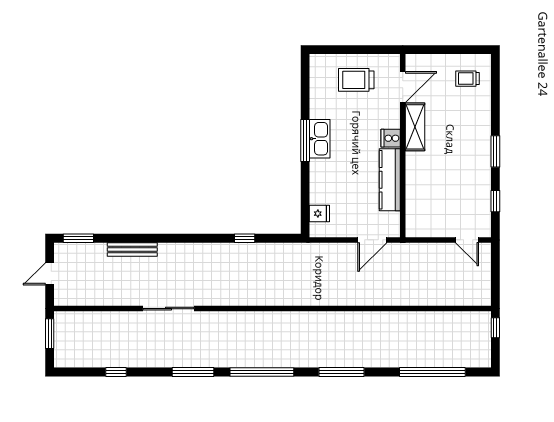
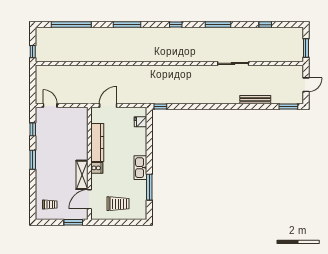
window: (429, 50) -> (73, 222), added
window: (305, 141) -> (149, 187), moved
window: (245, 238) -> (160, 107), moved
window: (262, 372) -> (176, 25), width x0.32

